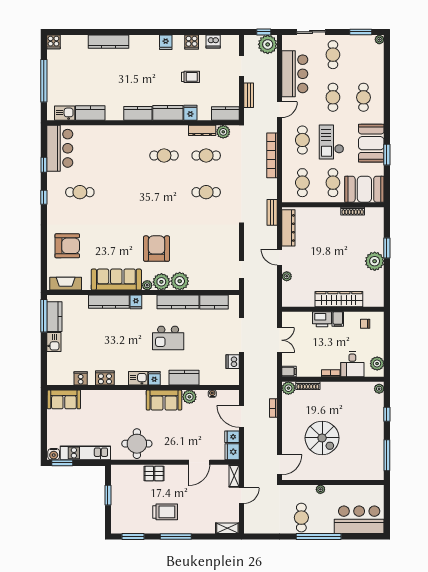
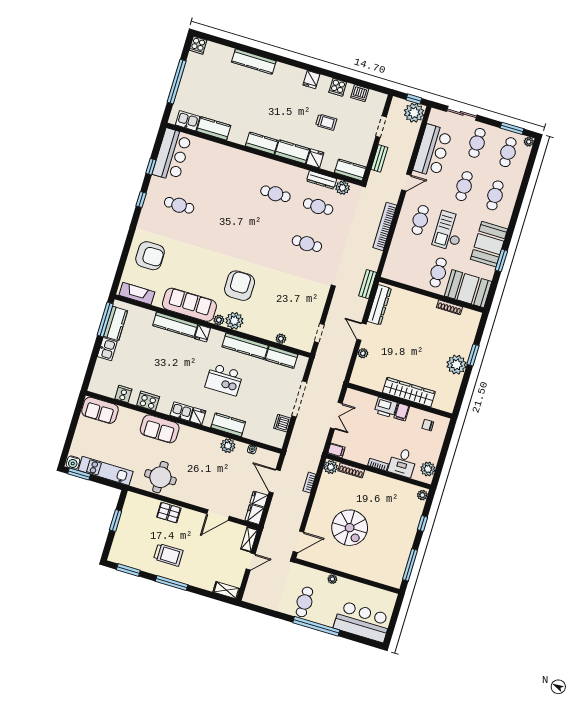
cafe table: (302, 183) -> (508, 152), moved
plant: (180, 281) -> (281, 339), moved, width x0.53, depth x0.53
sofa: (164, 400) -> (160, 429), moved

